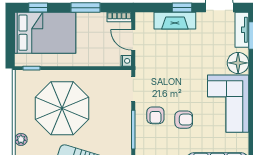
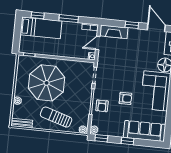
fireplace: (175, 21) -> (114, 32), moved
bed: (45, 33) -> (41, 28), width x0.67
door: (133, 40) -> (98, 43), hinge flipped
armchair: (155, 115) -> (102, 106), moved

